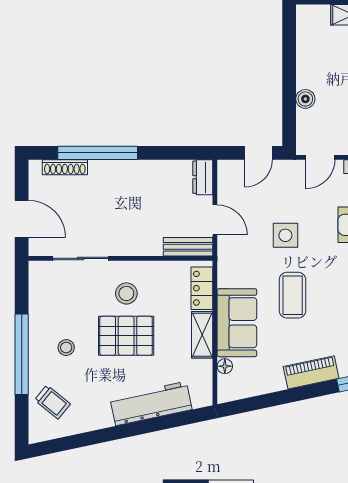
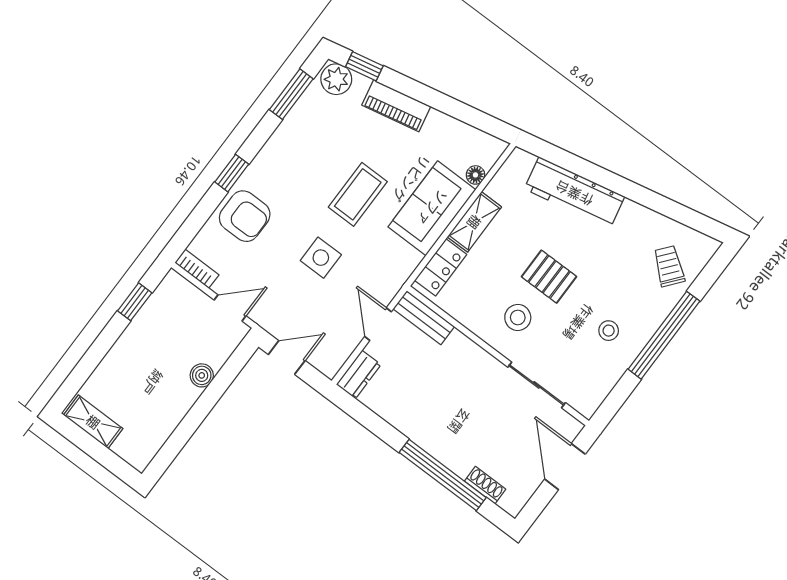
shoe rack: (65, 167) -> (485, 485), width x0.70
pallet: (126, 336) -> (549, 277), width x0.67, depth x0.71
stool: (66, 348) -> (609, 331), moved

